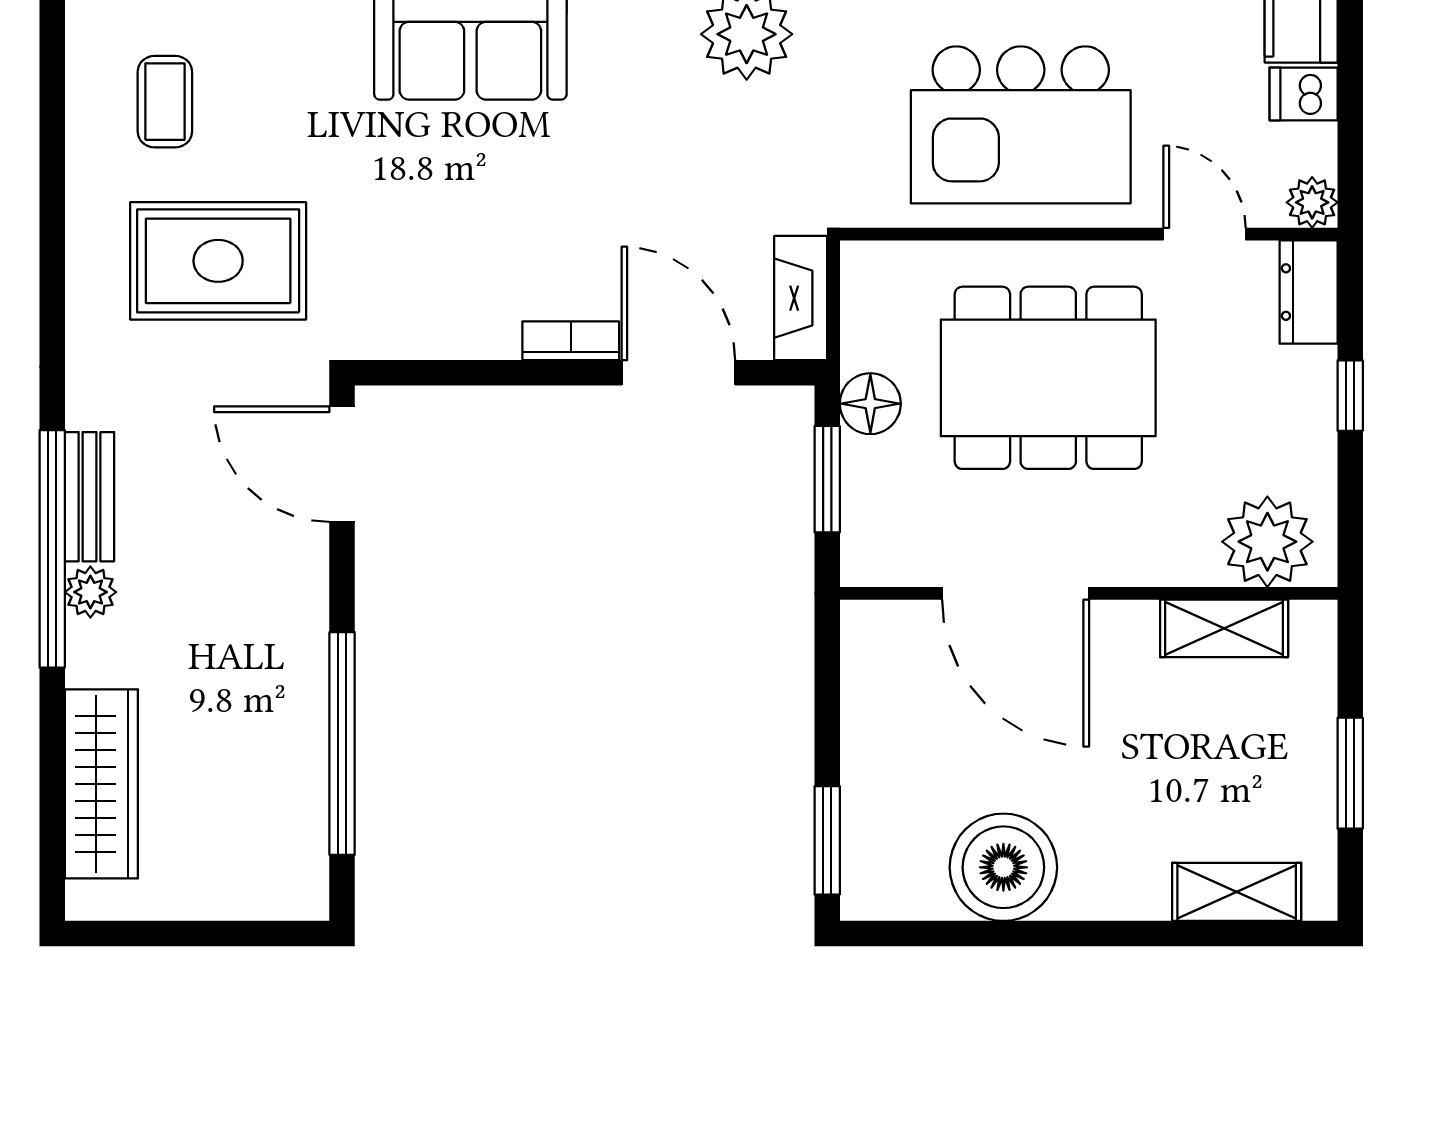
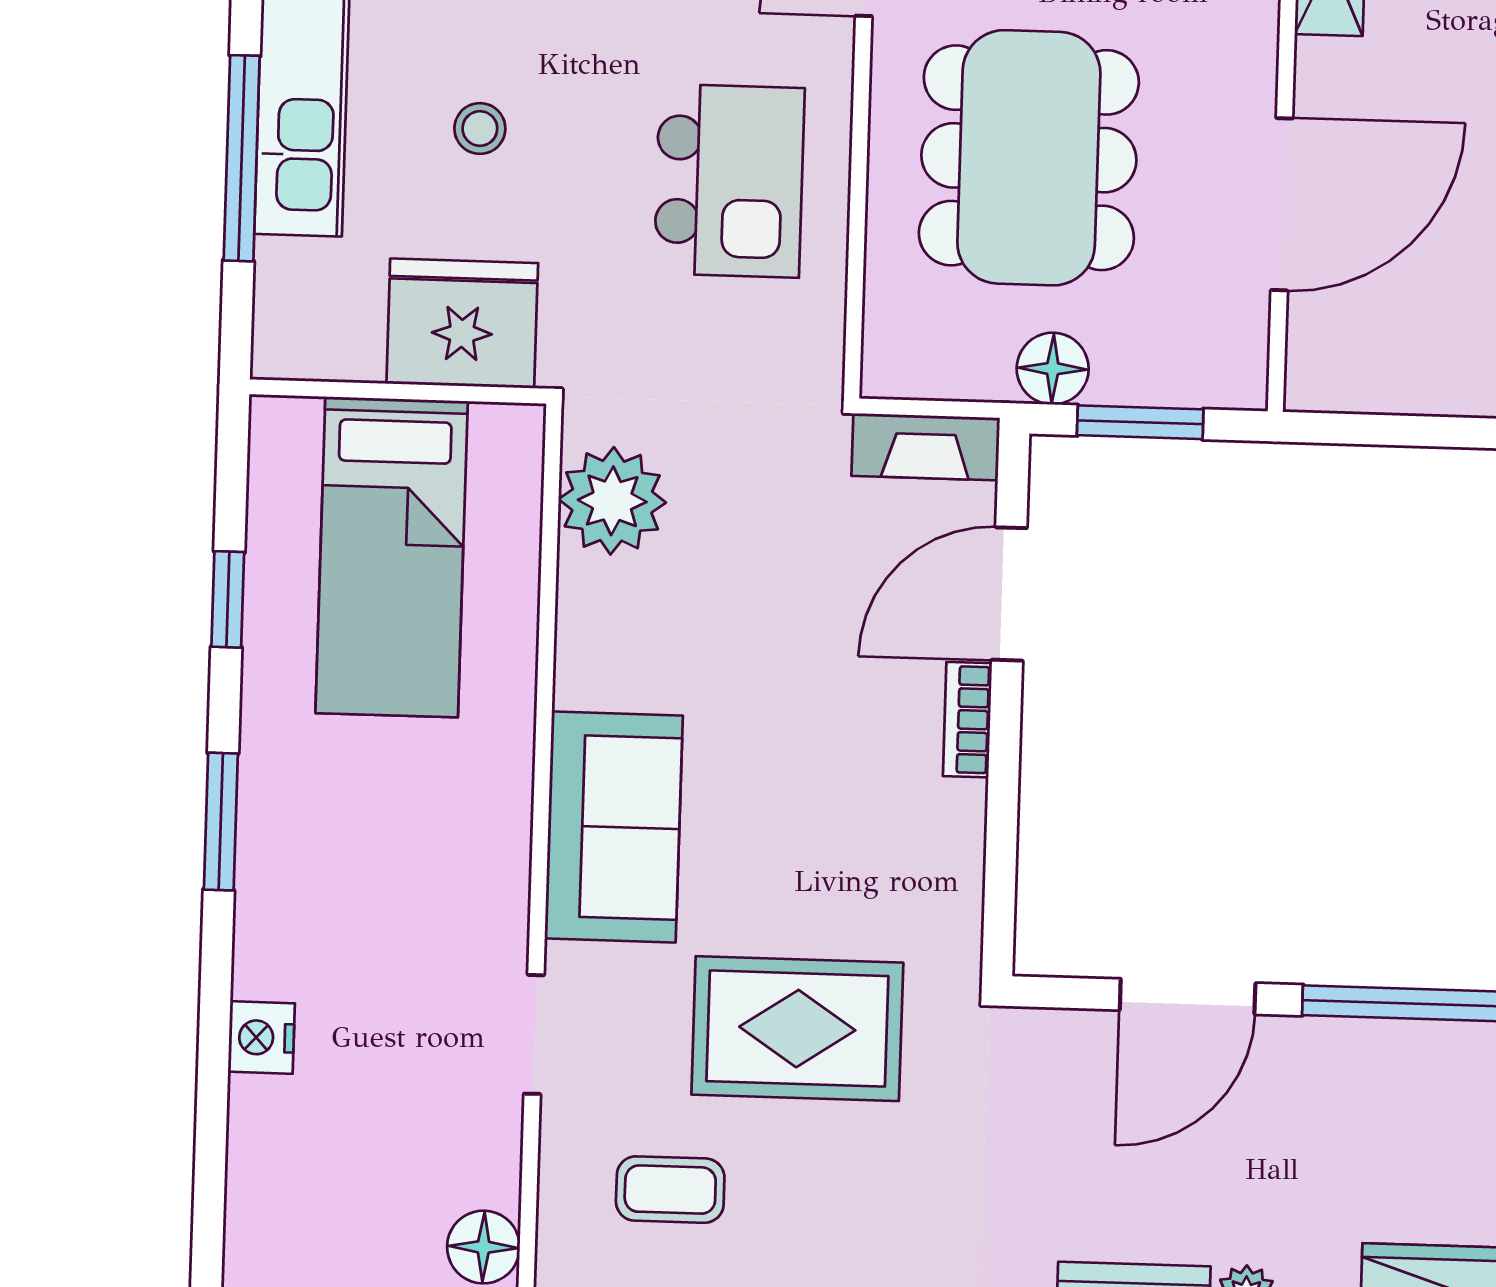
kitchen island: (1021, 125) -> (729, 181), width x0.73, depth x0.78
rug: (218, 261) -> (797, 1029), moved, turned 90
door: (342, 464) -> (1188, 997), moved

